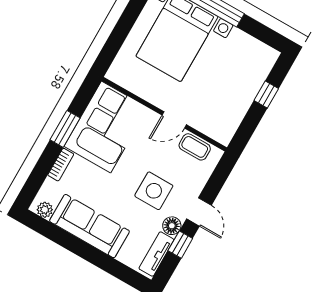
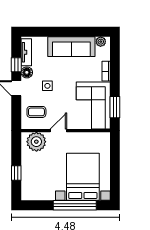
plant: (214, 122) -> (36, 142), added
window: (65, 129) -> (115, 107), moved
coffee table: (195, 147) -> (36, 112), moved
side table: (154, 191) -> (47, 86), width x0.54, depth x0.54

